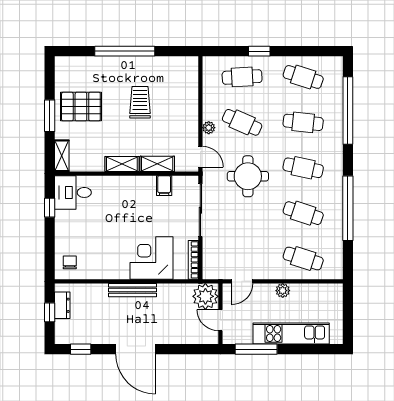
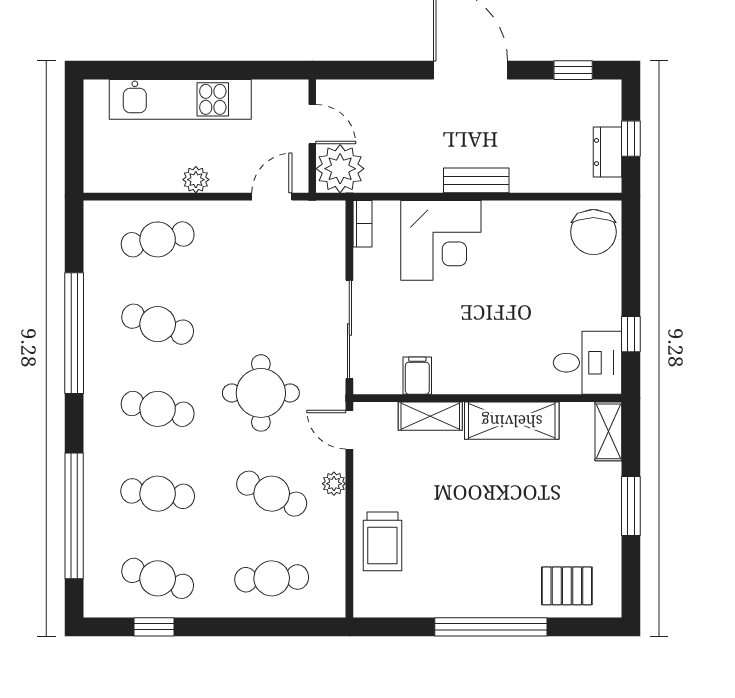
window: (259, 51) -> (154, 627), moved
trolley: (140, 102) -> (382, 541), moved
pallet: (81, 107) -> (567, 586), moved, width x0.67, depth x0.71
shelving: (122, 164) -> (512, 421), width x1.50, depth x1.33
cafe table: (303, 258) -> (158, 239), turned -30
bookcase: (193, 260) -> (363, 224), width x0.64
chair: (70, 262) -> (593, 232), width x1.87, depth x1.87
bench: (133, 290) -> (476, 180), width x0.73
window: (256, 349) -> (245, 70), removed

